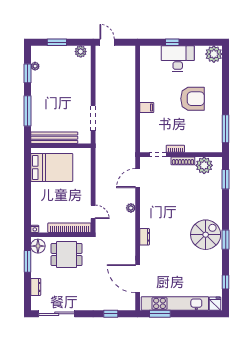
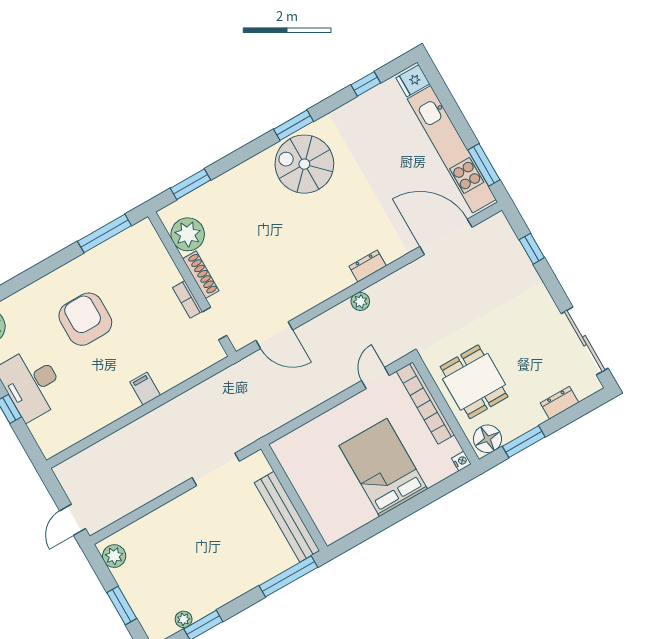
window: (28, 111) -> (288, 576), moved
bed: (52, 167) -> (383, 467), moved
plant: (131, 208) -> (360, 301), moved
door: (138, 279) -> (446, 237), swing flipped

